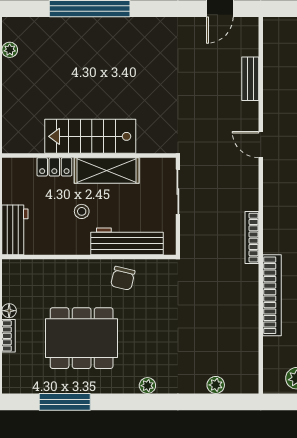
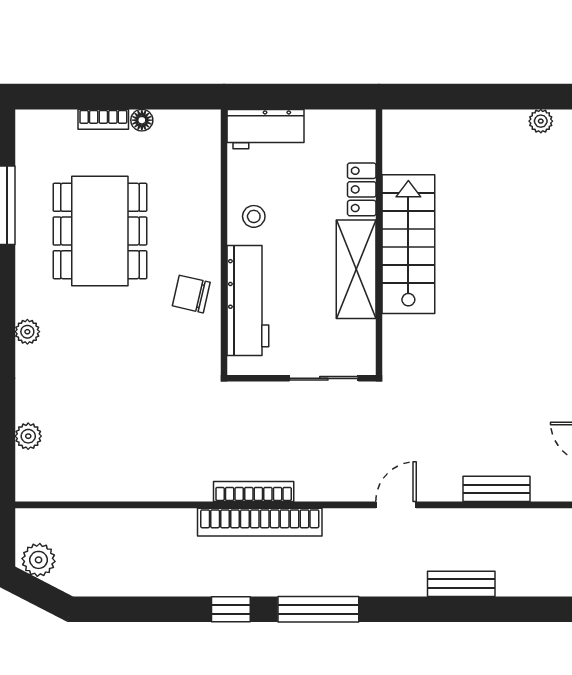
stool: (82, 211) -> (254, 216), moved
bookcase: (272, 295) -> (260, 522), moved

